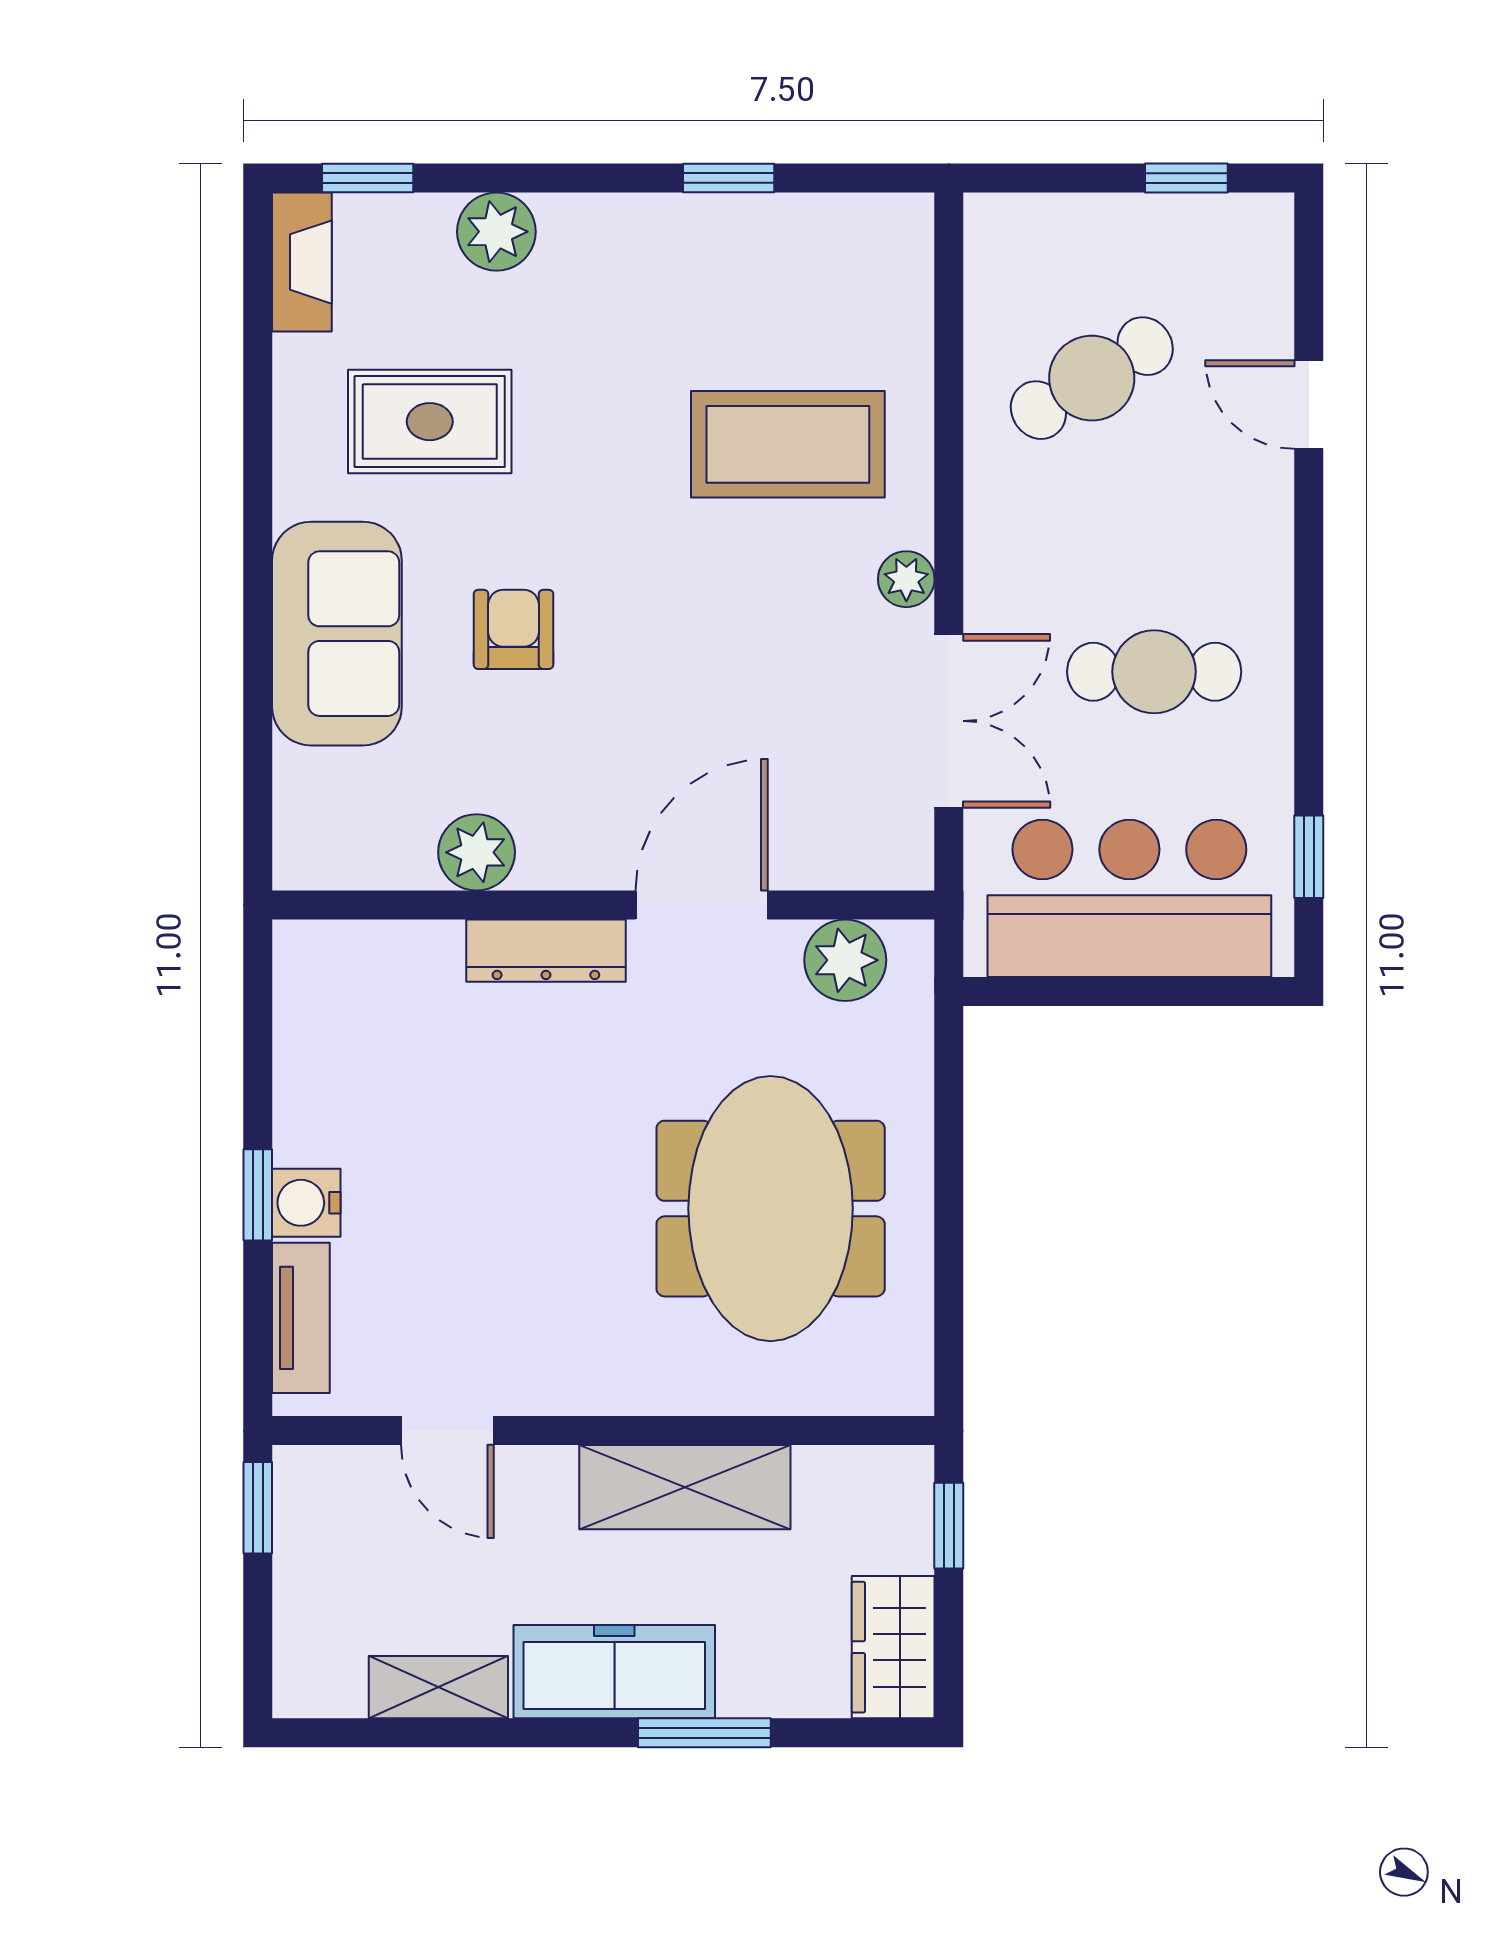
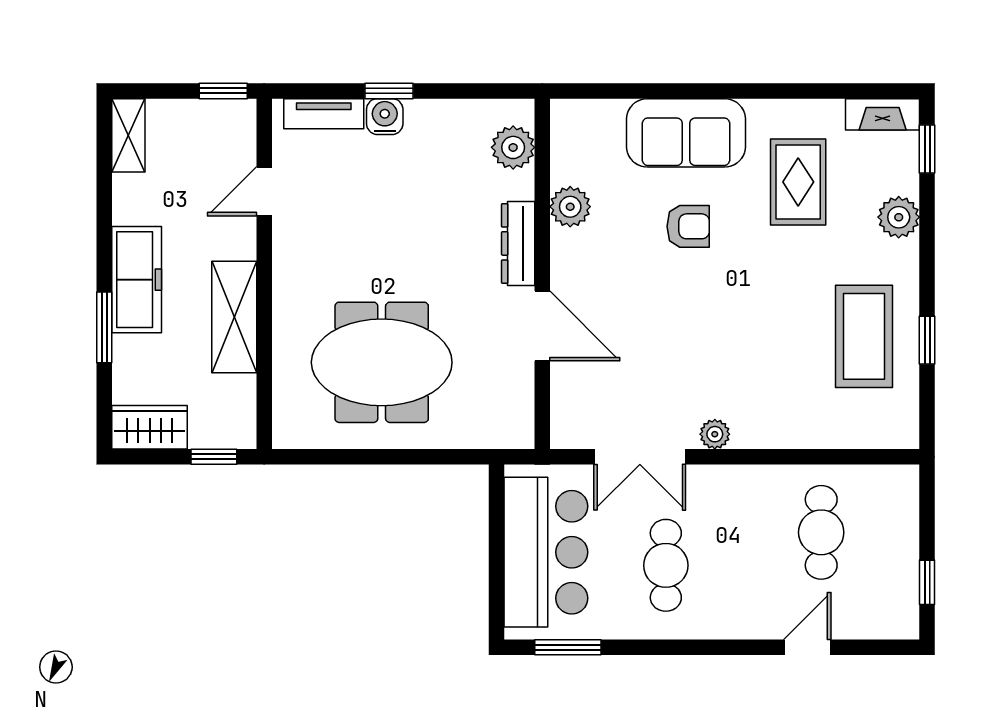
cafe table: (1092, 378) -> (821, 532), turned 31
coffee table: (788, 444) -> (864, 336), moved
window: (1309, 857) -> (568, 647), width x1.50
plant: (845, 960) -> (513, 147), moved
shelving: (438, 1687) -> (128, 135), moved

